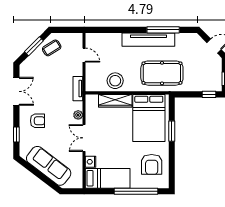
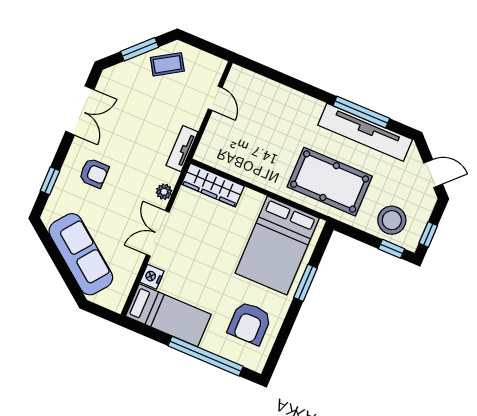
tv unit: (148, 40) -> (365, 132), moved
stool: (115, 81) -> (392, 220), moved
wardrobe: (115, 101) -> (213, 185), moved

